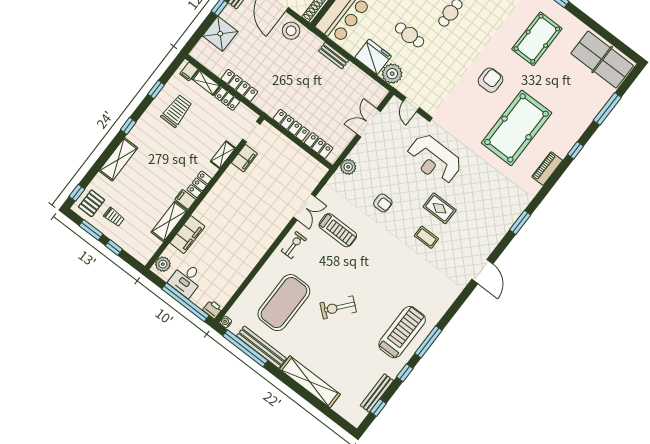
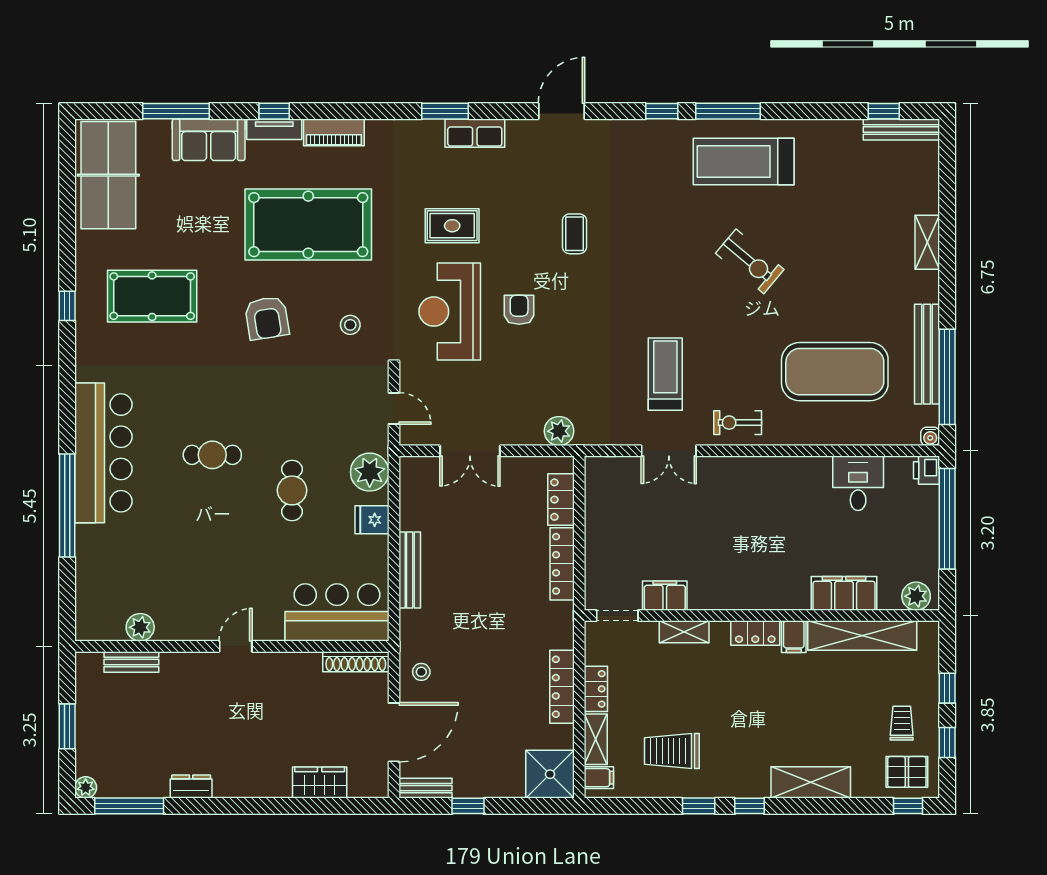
stool: (291, 31) -> (421, 672), width x0.53, depth x0.53
shower: (220, 34) -> (550, 774), moved
bench: (334, 56) -> (410, 570), width x1.36
fridge: (373, 57) -> (372, 520), width x0.53, depth x0.75
armchair: (490, 80) -> (267, 318), turned -99
window: (156, 90) -> (699, 806), moved
door: (411, 105) -> (394, 408), hinge flipped
stool: (461, 113) -> (350, 325), added
sofa: (585, 113) -> (209, 140), added
tv unit: (568, 144) -> (274, 129), added
reception desk: (434, 159) -> (450, 312), turned 180
armchair: (383, 203) -> (519, 310), moved
double door: (304, 207) -> (669, 451), swing flipped
rug: (440, 208) -> (452, 226), moved, turned 90
shelving: (169, 221) -> (862, 635), width x1.47
row of seats: (501, 228) -> (475, 133), added
window: (91, 230) -> (947, 742), width x0.67
desk: (186, 280) -> (858, 483), moved, turned -90
exercise bike: (338, 307) -> (750, 261), moved
window: (405, 373) -> (662, 111), moved
shelving: (310, 382) -> (927, 242), width x0.45, depth x0.75
bench: (377, 393) -> (901, 130), moved

